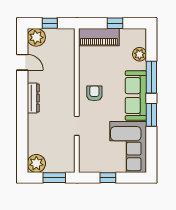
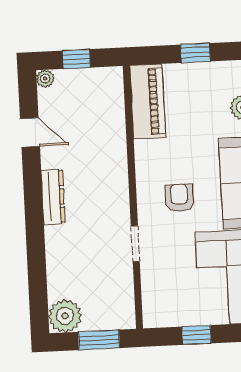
plant: (36, 37) -> (45, 79), width x0.53, depth x0.53
piano: (99, 37) -> (148, 102), moved, turned -90
armchair: (94, 93) -> (179, 198), moved

